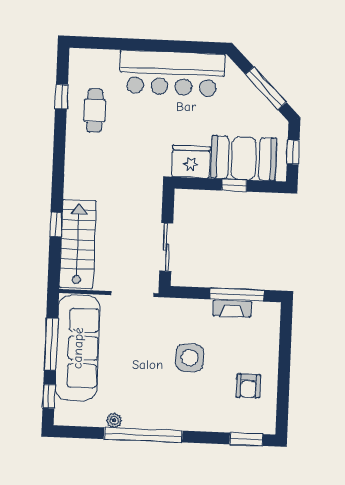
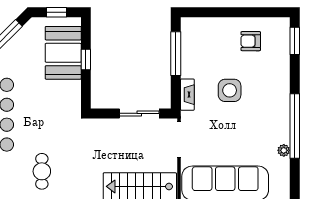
cafe table: (95, 110) -> (42, 171), moved, turned 90
fridge: (191, 162) -> (68, 96), removed
fireplace: (232, 308) -> (187, 95), moved
armchair: (248, 386) -> (251, 41), turned 180

